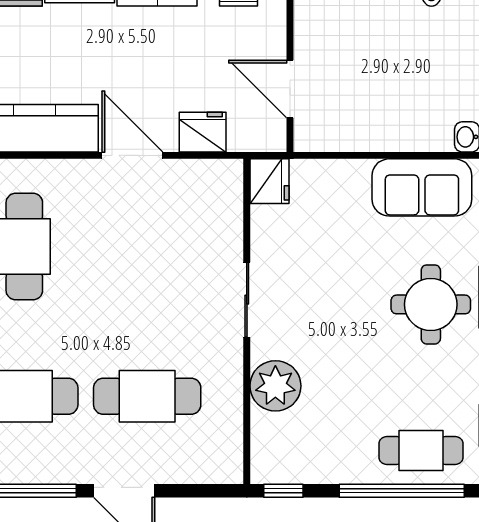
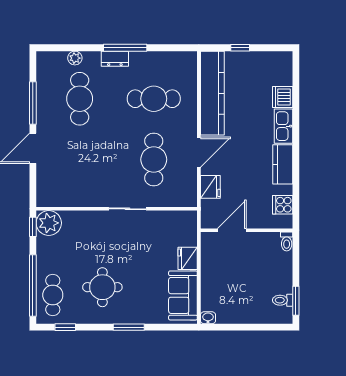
fridge: (270, 181) -> (188, 258), moved, turned 90
round table: (431, 304) -> (102, 287), moved
plant: (275, 386) -> (49, 223), moved
cafe table: (147, 396) -> (154, 159), moved

